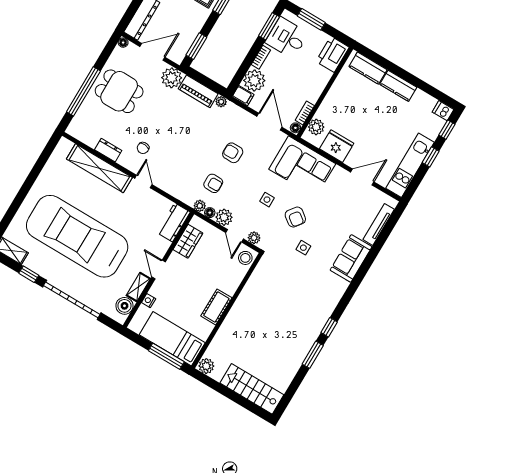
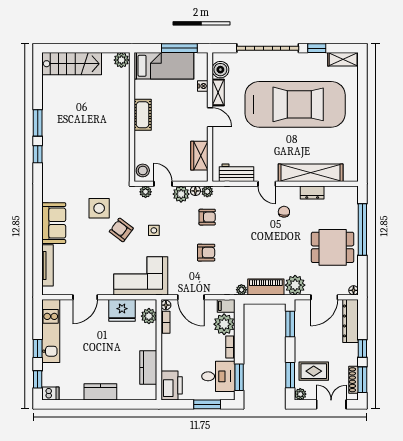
kitchen counter: (368, 68) -> (148, 367), moved, turned -90
armchair: (213, 183) -> (207, 217), turned 180
workbench: (174, 222) -> (236, 173), moved, turned -90
side table: (303, 248) -> (99, 208), width x1.87, depth x1.87
window: (166, 356) -> (179, 48), moved

